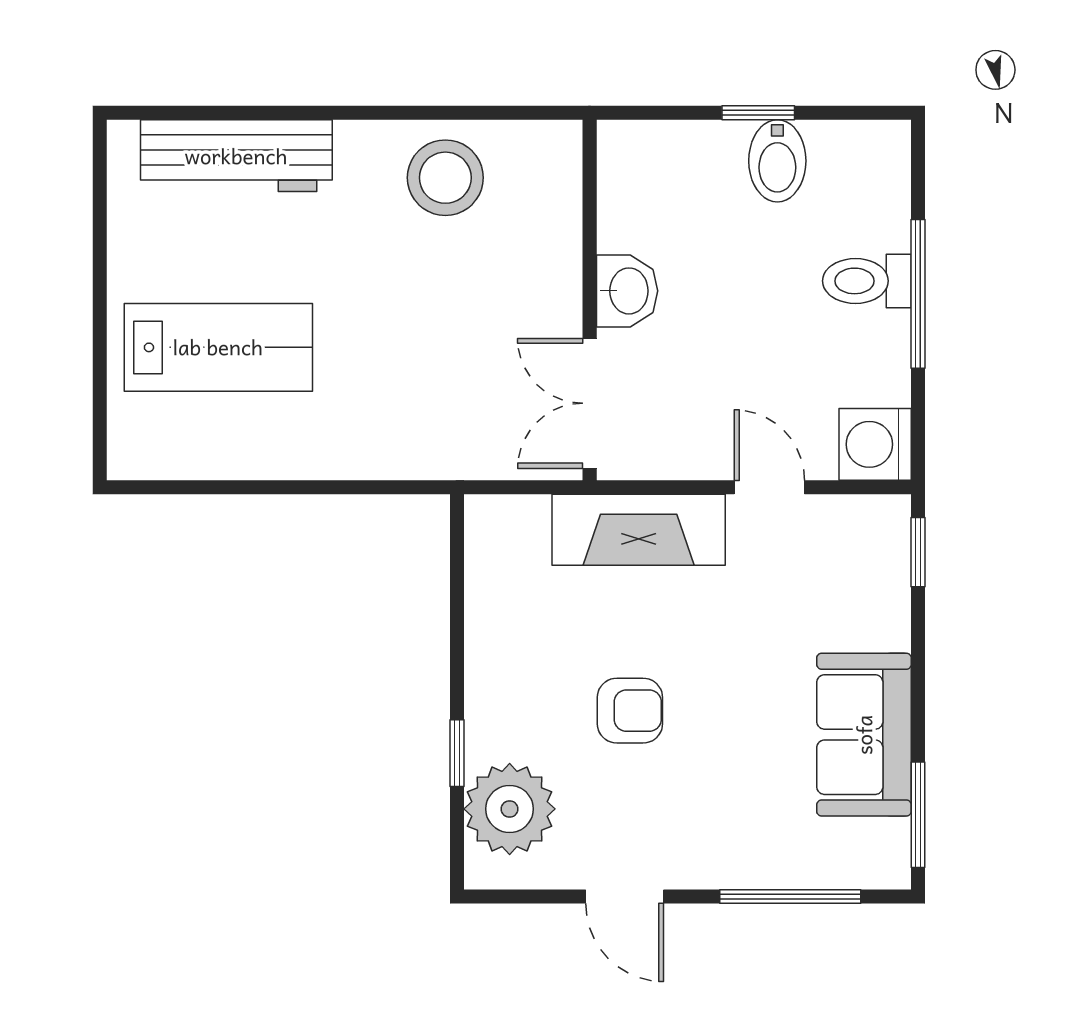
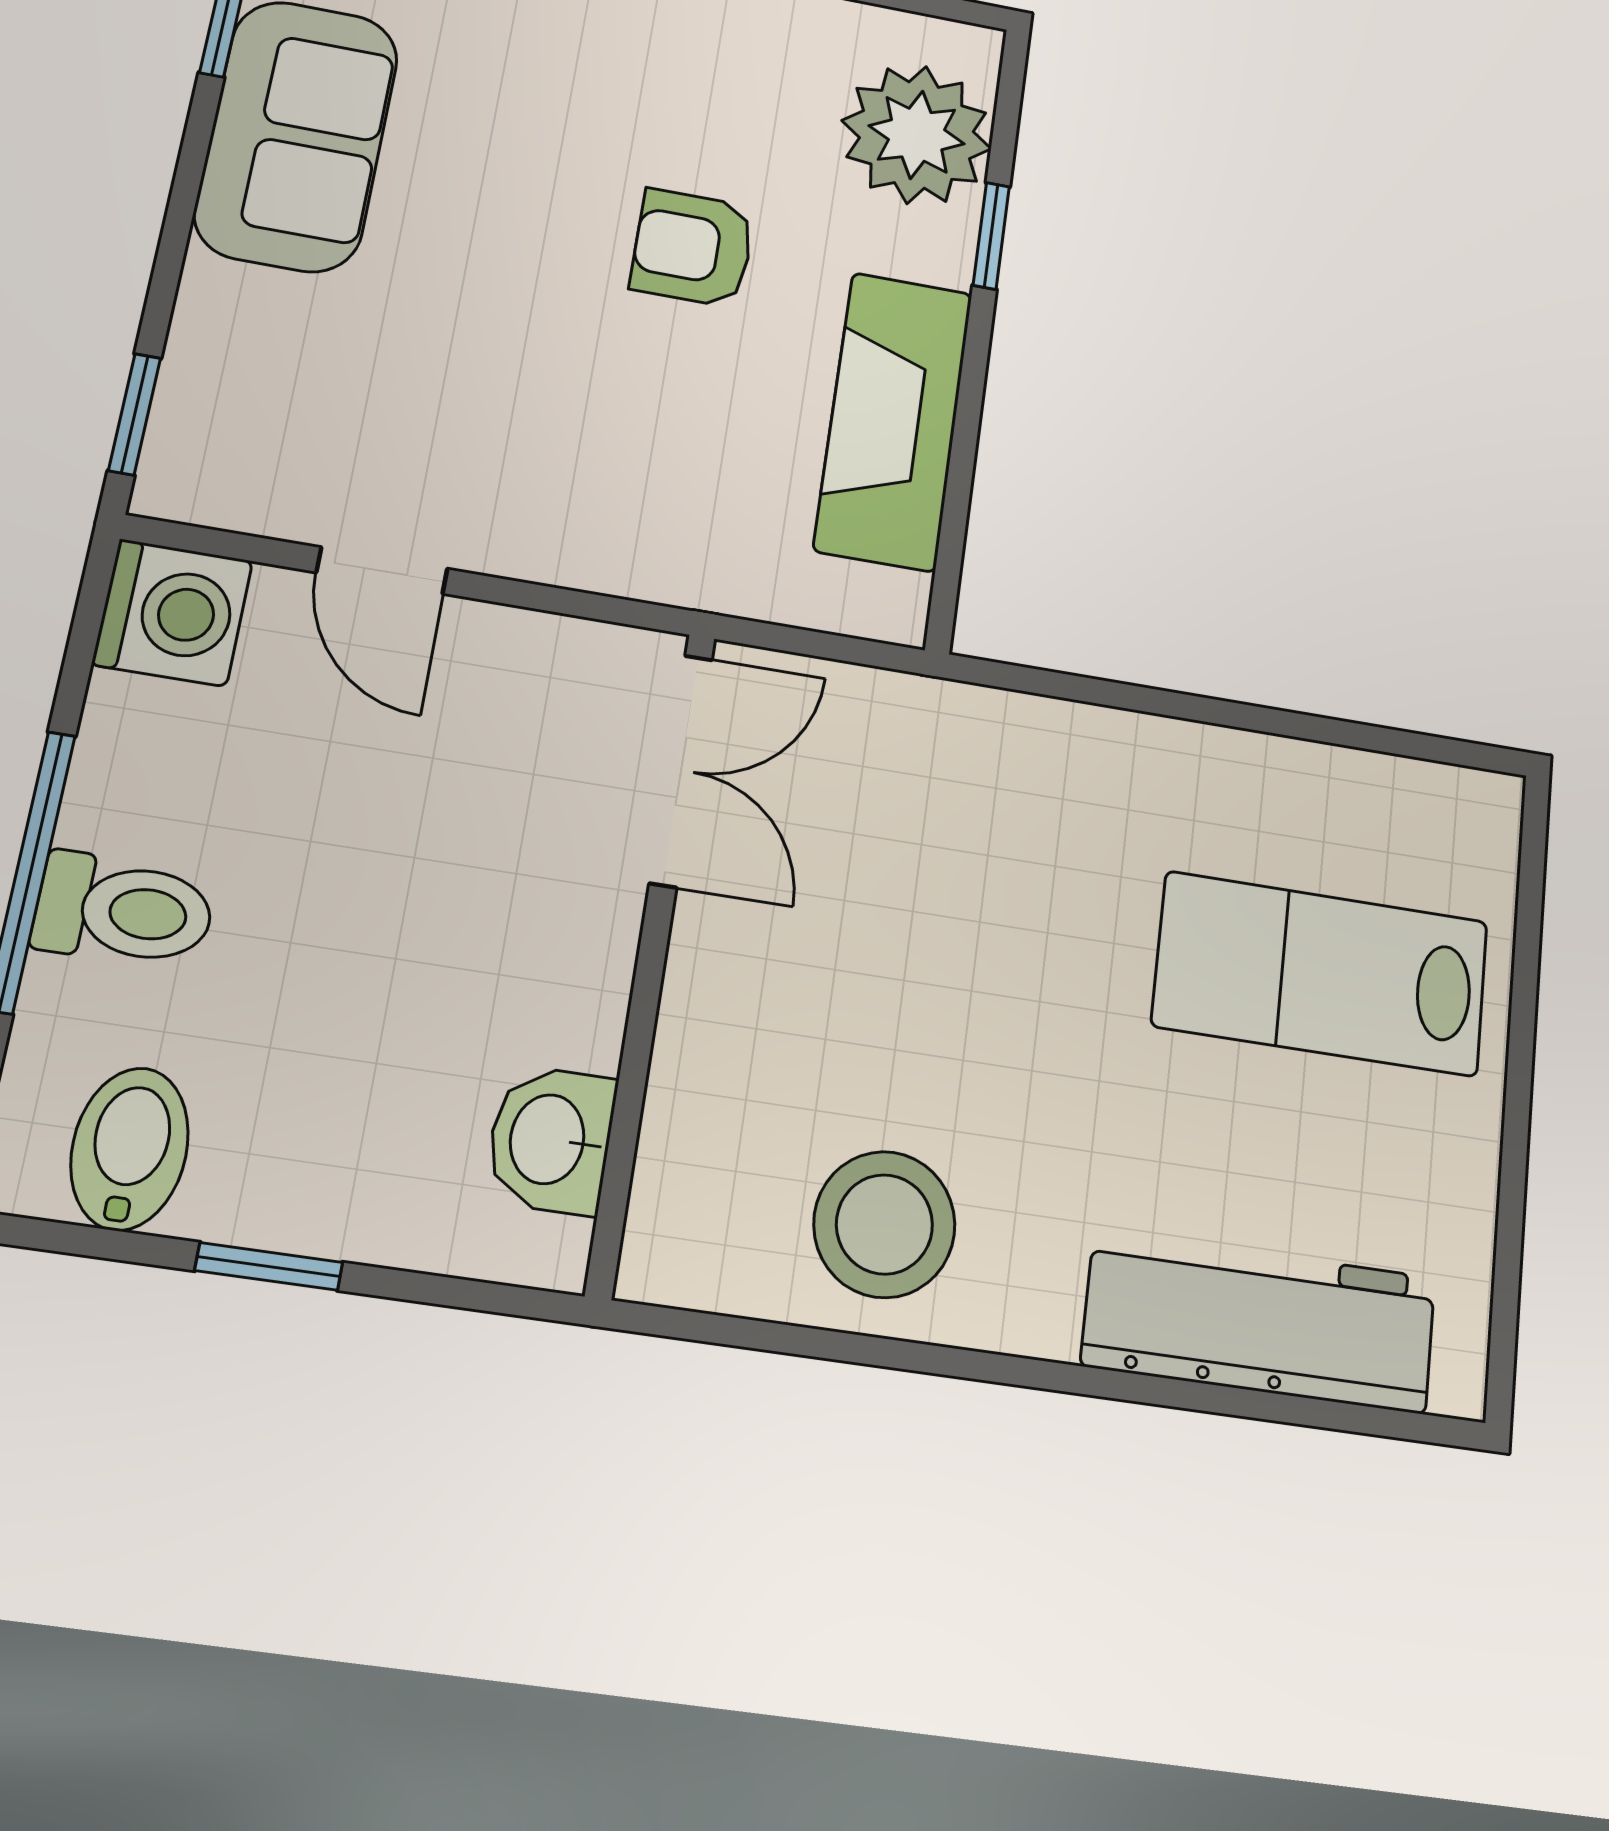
bidet: (777, 161) -> (130, 1149), moved
washbasin: (627, 291) -> (551, 1140), moved
fireplace: (639, 530) -> (894, 421), moved, turned -90

